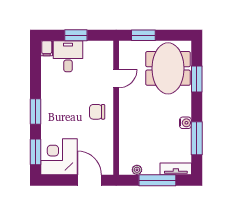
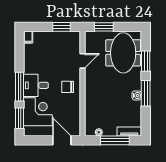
window: (76, 35) -> (62, 27), moved
desk: (68, 56) -> (36, 85), moved, turned -90
window: (36, 111) -> (20, 87), width x1.44
window: (197, 138) -> (146, 93), moved
corner desk: (59, 157) -> (38, 112), moved, turned 90

